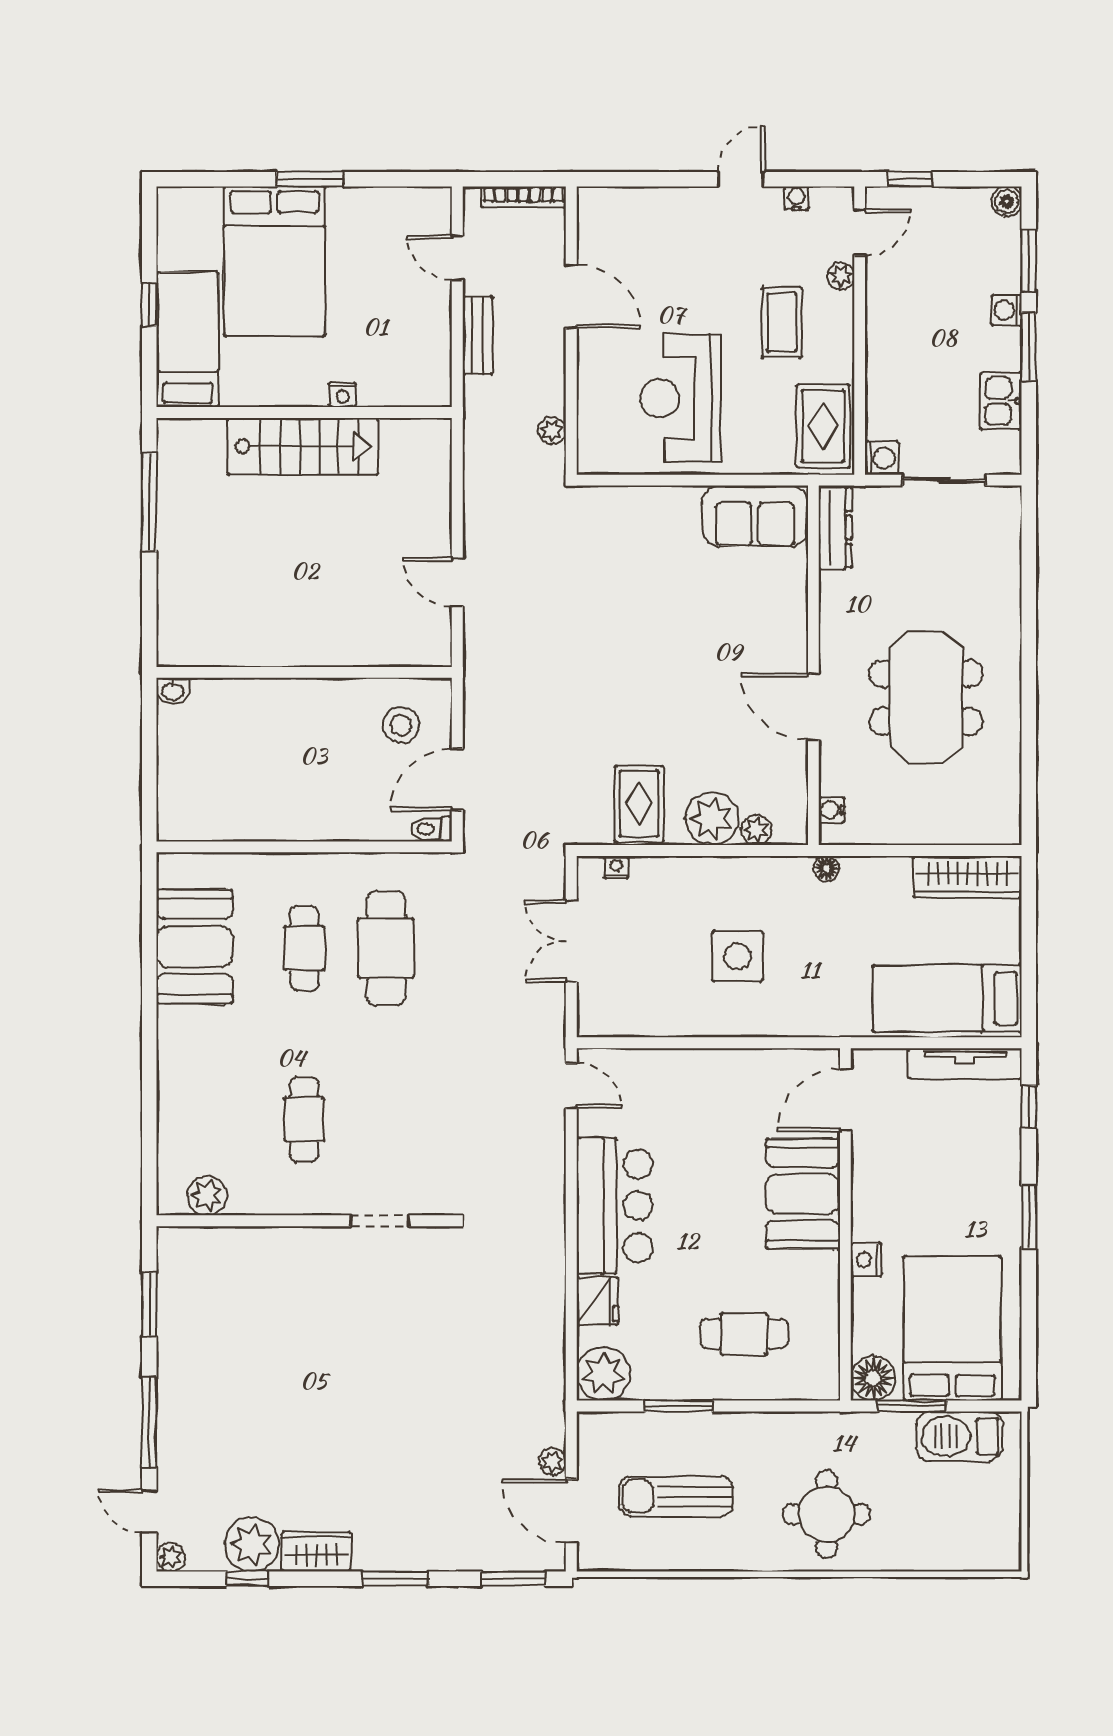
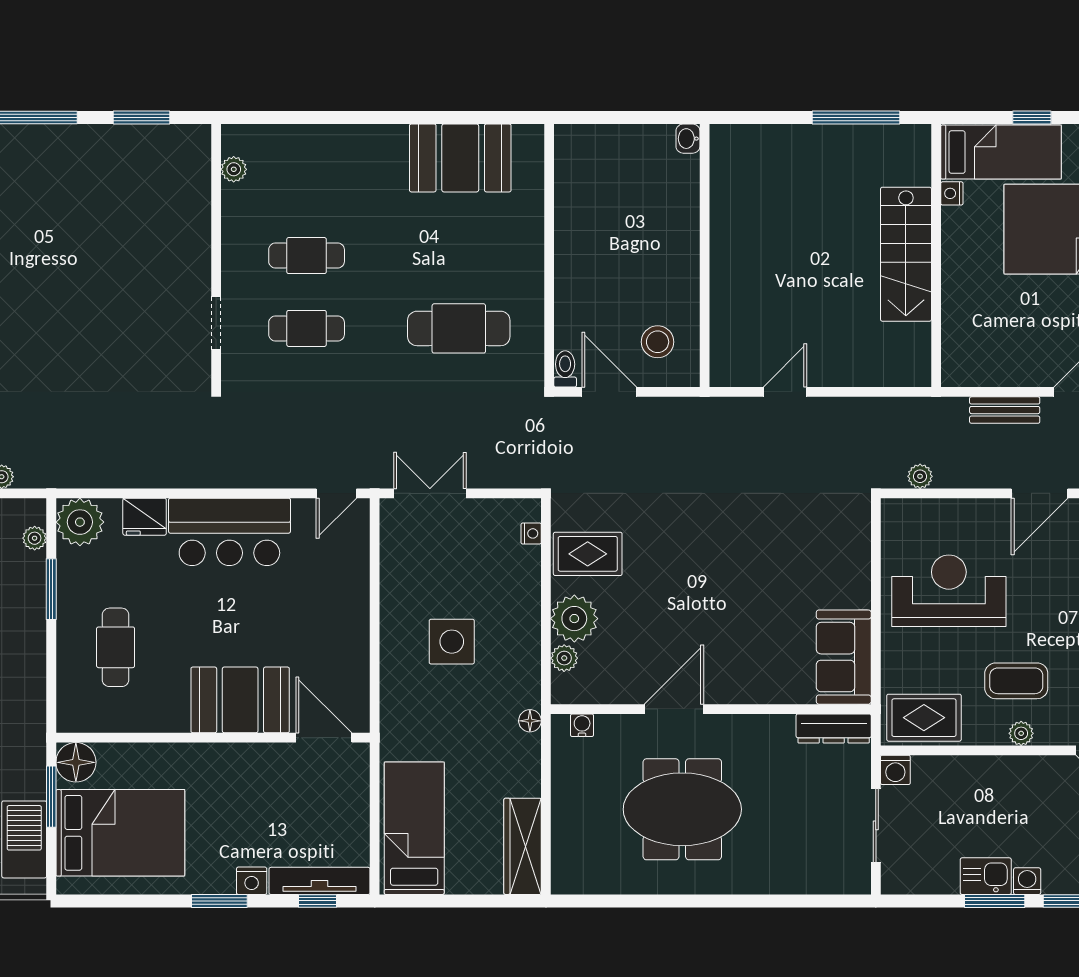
plant: (841, 276) -> (1021, 733), moved
nightstand: (343, 395) -> (952, 193), moved
kitchen sink: (1001, 401) -> (986, 876), moved
double door: (571, 941) -> (430, 493), moved
cafe table: (304, 948) -> (307, 328), moved
tv unit: (965, 1063) -> (320, 881), moved, turned 90
plant: (207, 1196) -> (234, 169), width x0.73, depth x0.73
nightstand: (866, 1260) -> (252, 881), moved, turned 180
plant: (621, 1425) -> (35, 538), added

